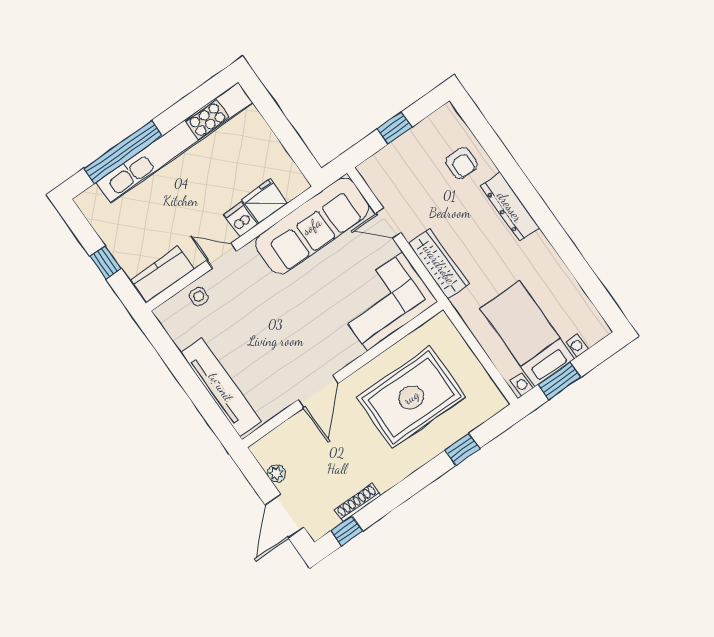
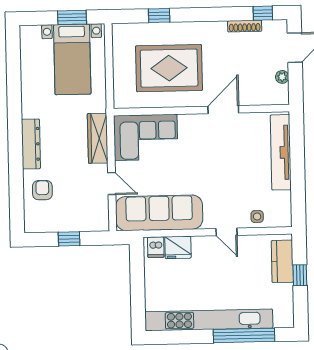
dishwasher: (241, 220) -> (156, 247), moved
kitchen counter: (162, 274) -> (282, 261), moved, turned 90

